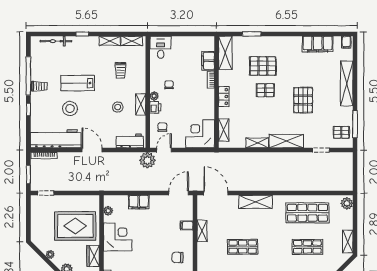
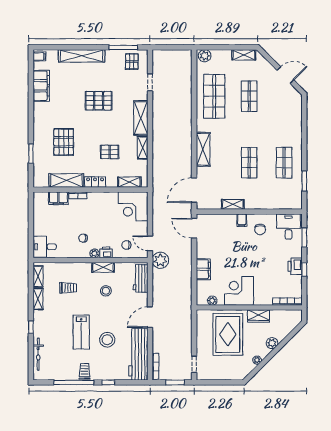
shelving: (225, 53) -> (66, 180), moved
pallet: (265, 90) -> (110, 152), moved, turned 90
filing cabinet: (187, 226) -> (242, 220), moved

